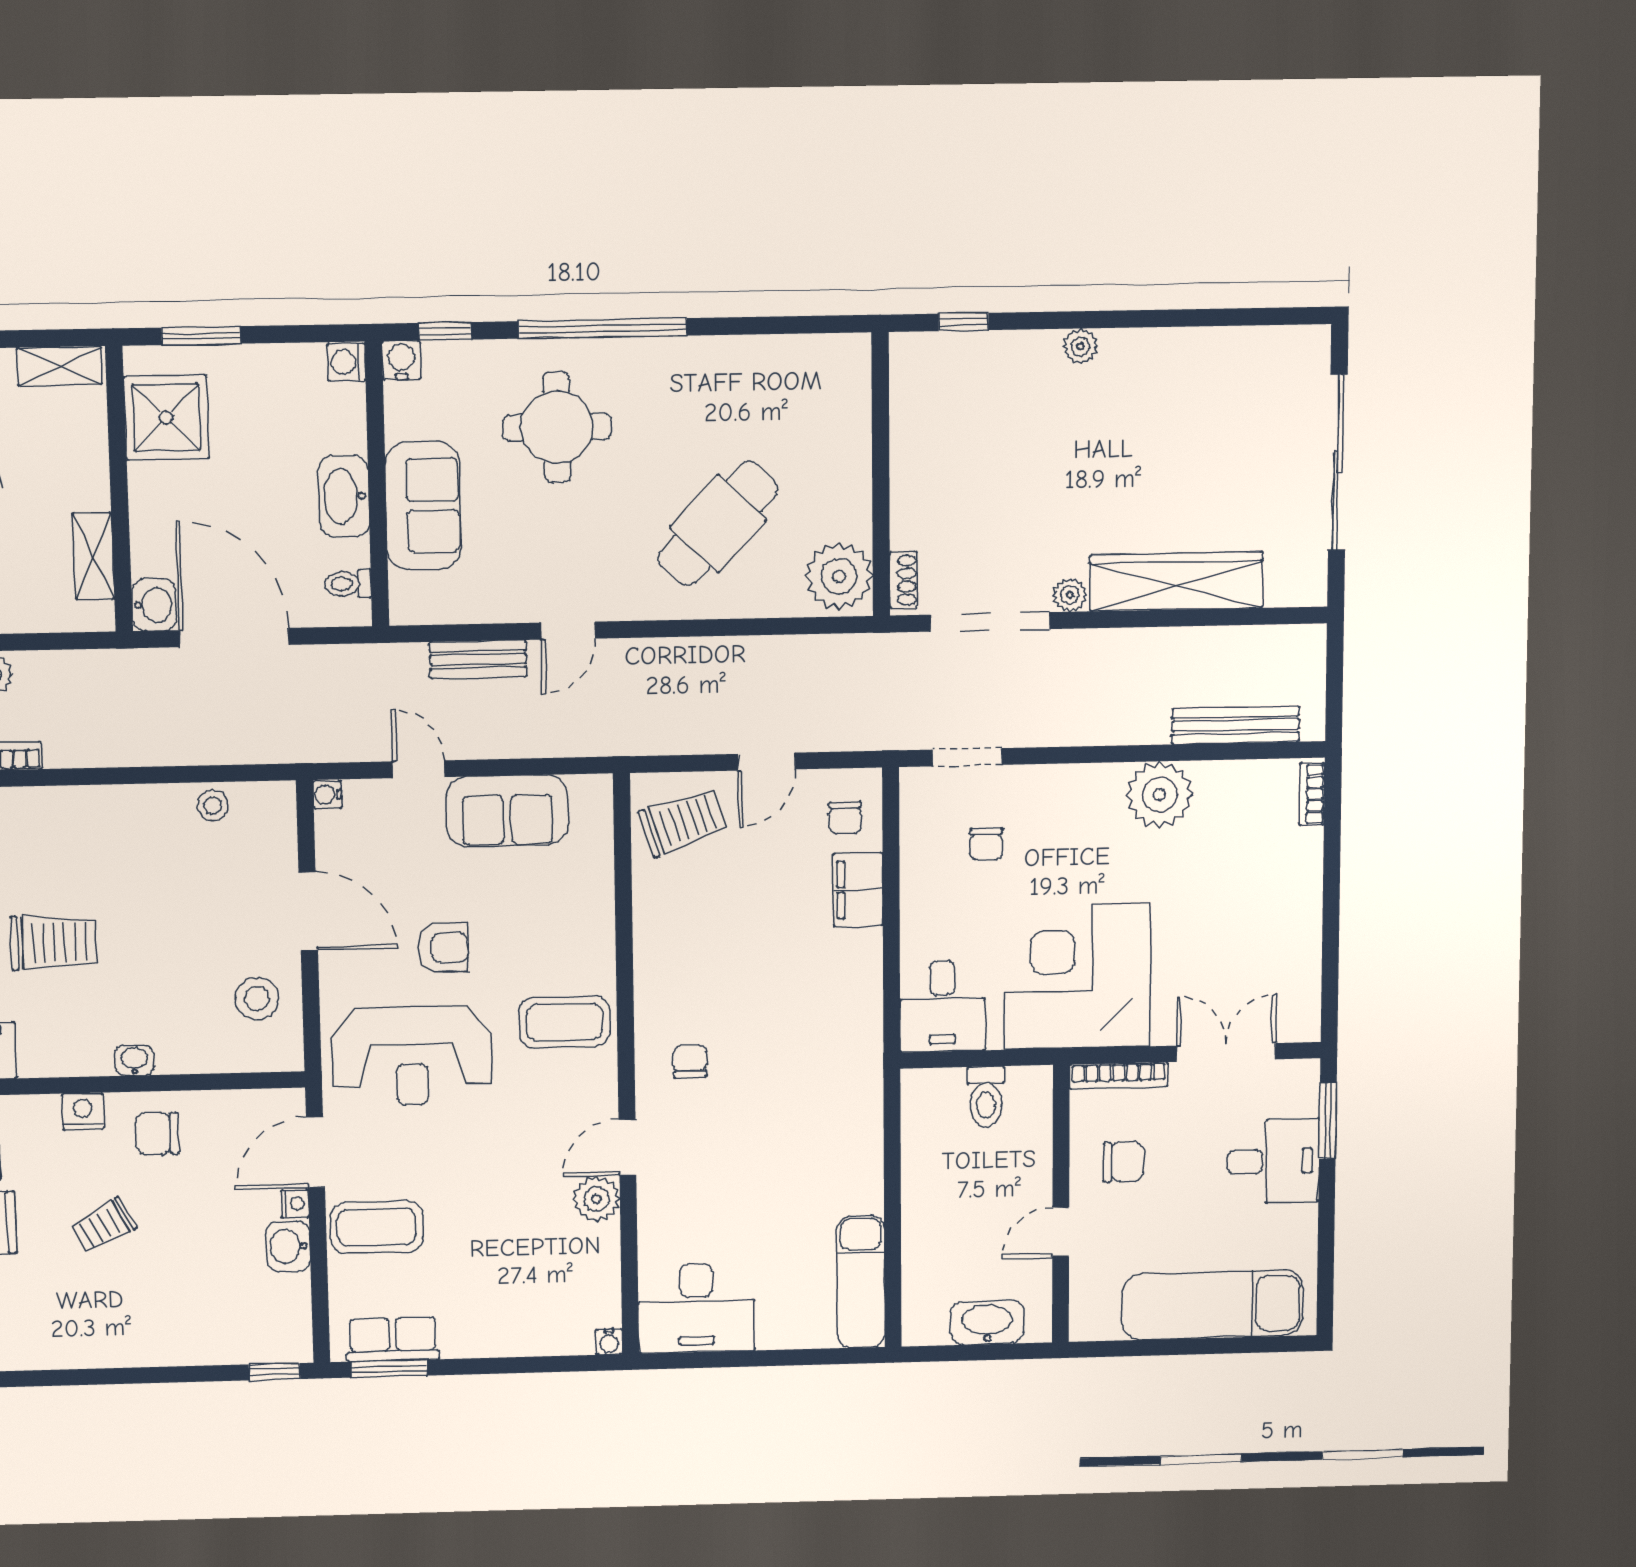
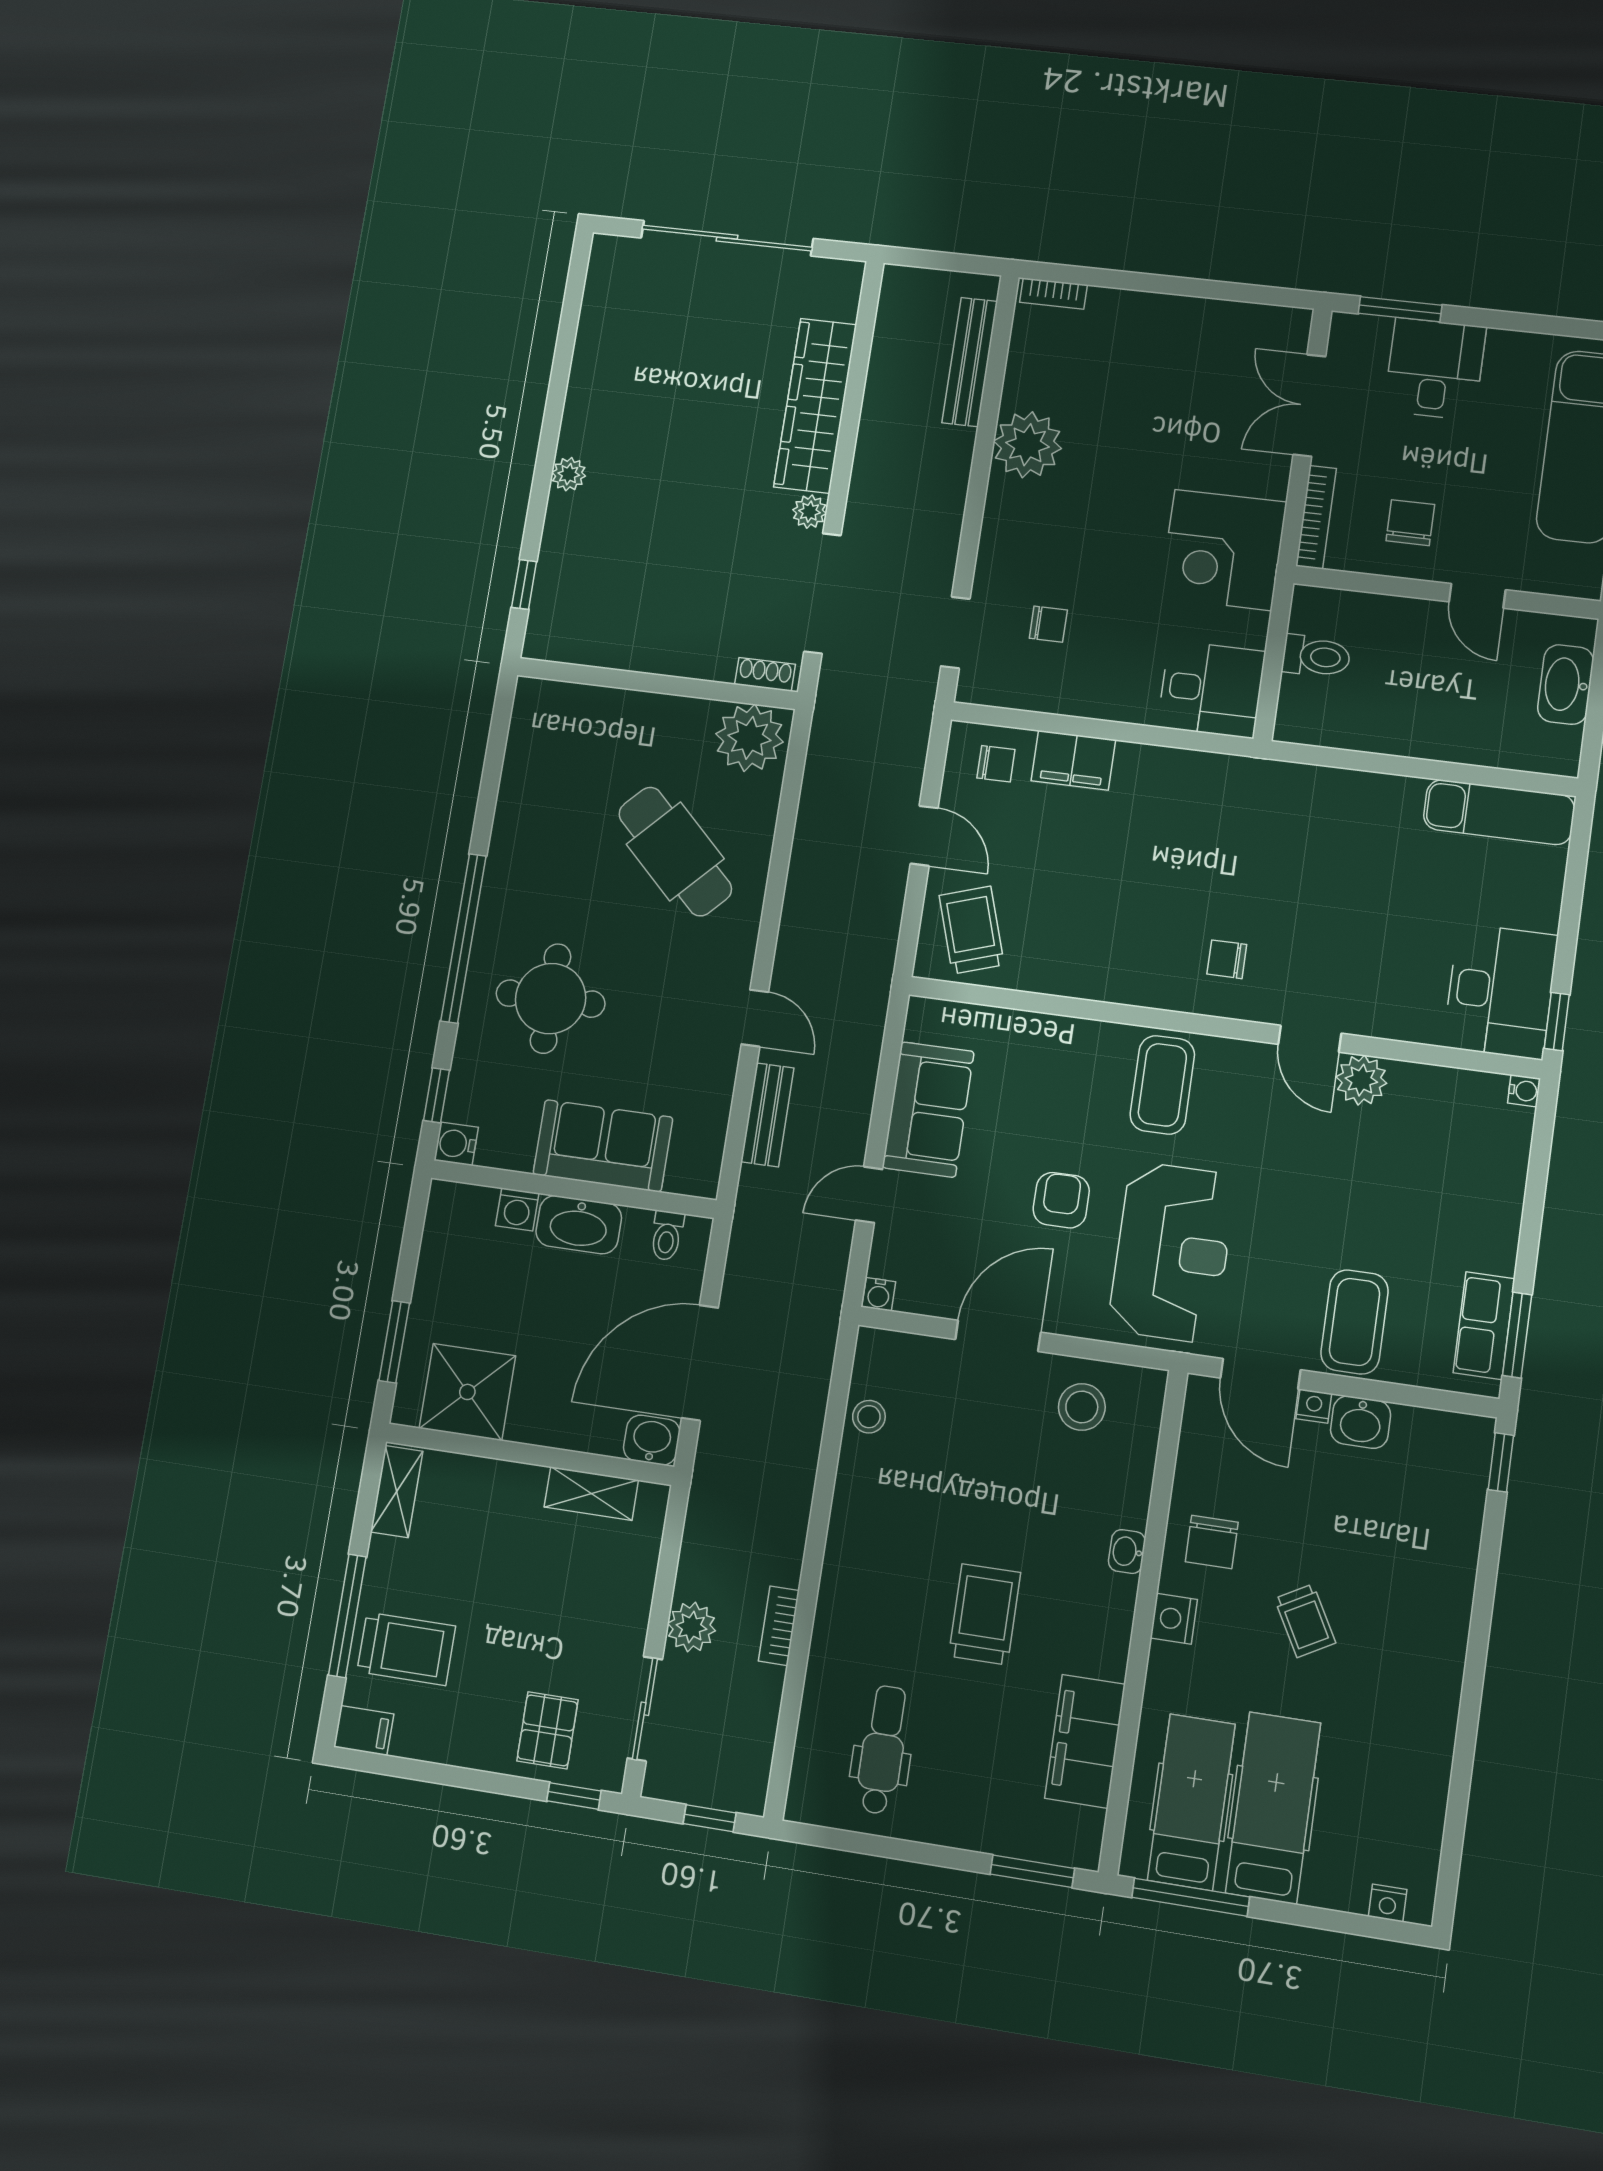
washing machine: (346, 362) -> (517, 1209), moved
corner desk: (1078, 976) -> (1223, 550), width x0.74, depth x0.74
window: (676, 1361) -> (1557, 1022), added

